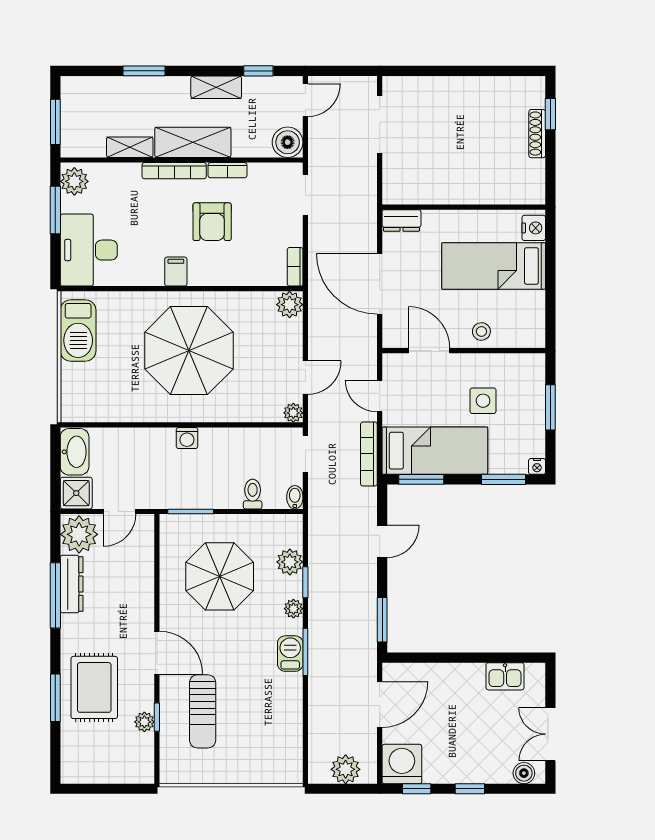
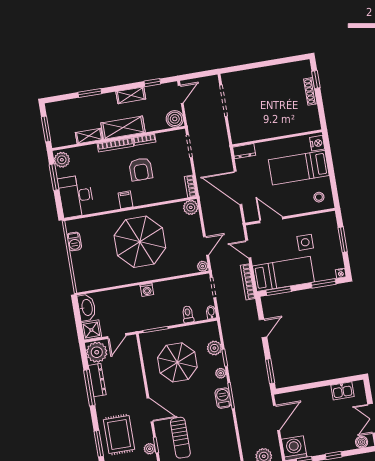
barbecue: (78, 331) -> (74, 241), width x0.53, depth x0.65
stool: (481, 331) -> (319, 197), moved

